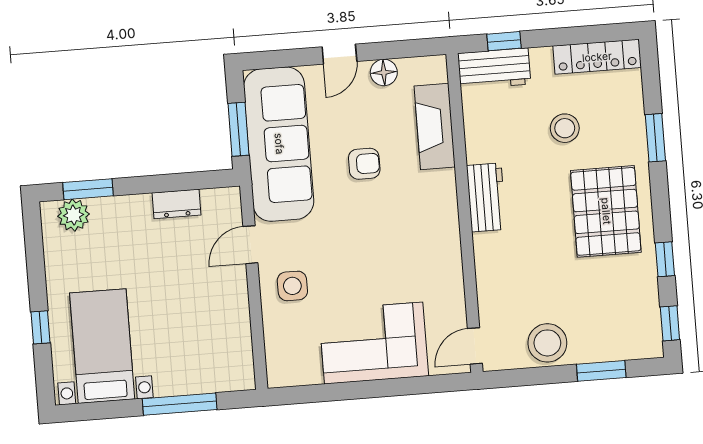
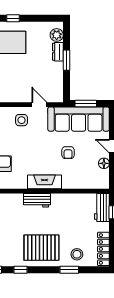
fireplace: (435, 126) -> (45, 182), moved
stool: (565, 128) -> (77, 254), moved
window: (88, 189) -> (67, 60), moved
workbench: (486, 197) -> (37, 200), moved
dresser: (176, 204) -> (58, 52), moved

